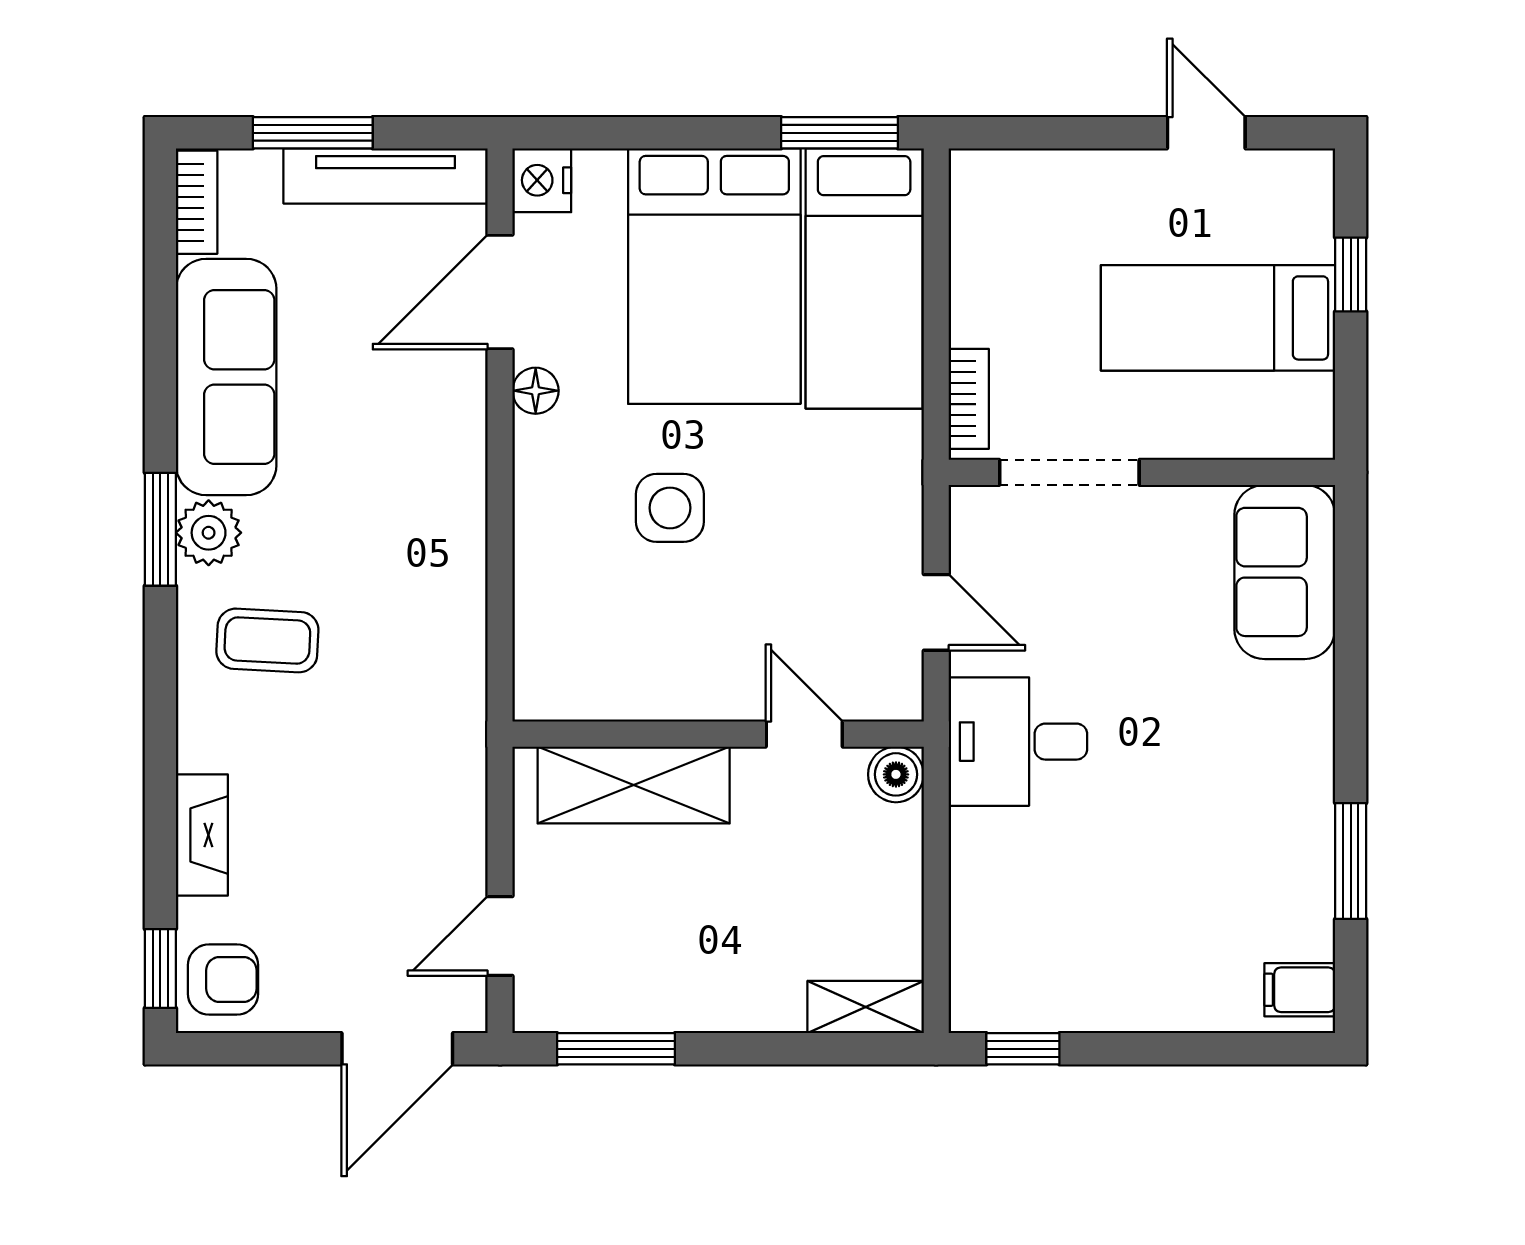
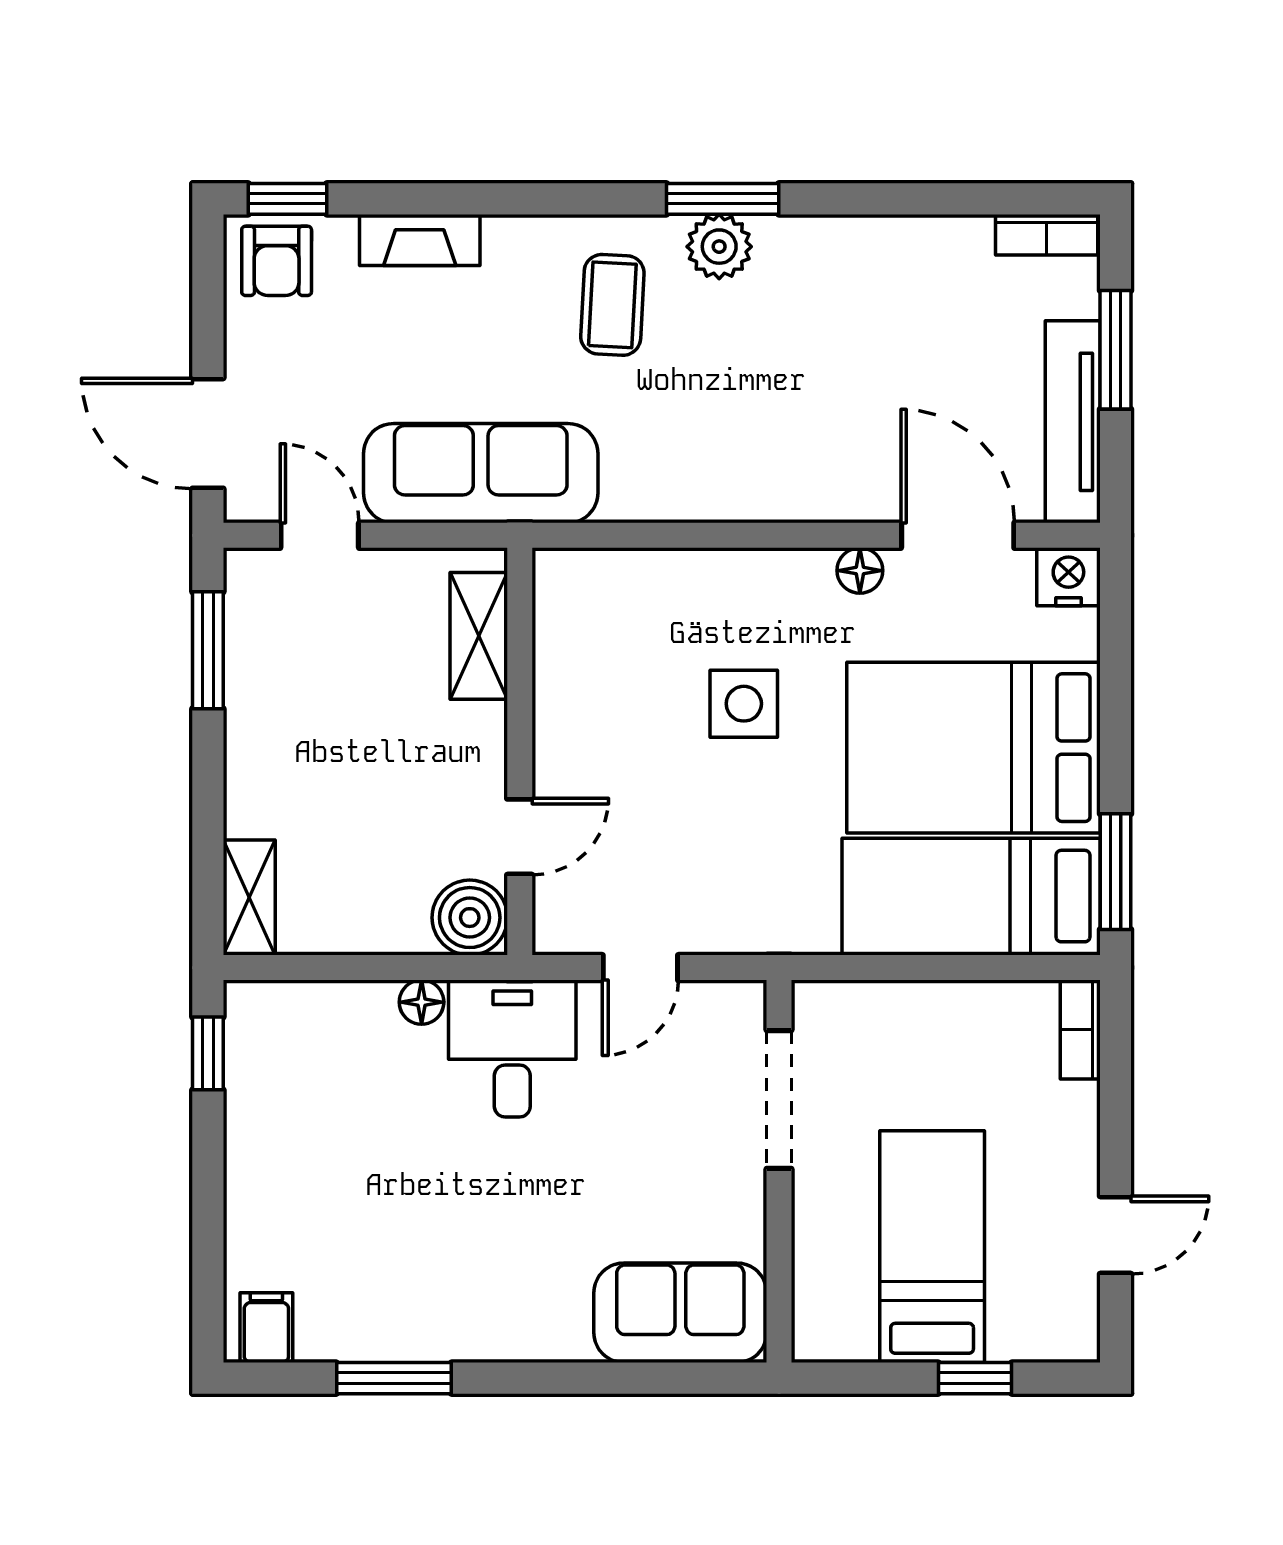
sofa: (226, 377) -> (481, 473), moved, turned 180
bookcase: (969, 399) -> (1080, 1029), moved, turned 90
boiler: (896, 774) -> (470, 918), width x1.36, depth x1.36
shelving: (634, 785) -> (479, 636), width x0.67, depth x0.75
floor lamp: (971, 833) -> (422, 1002), added

